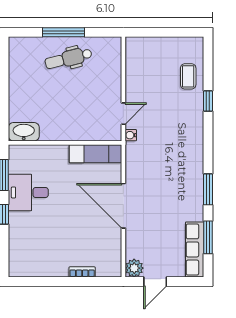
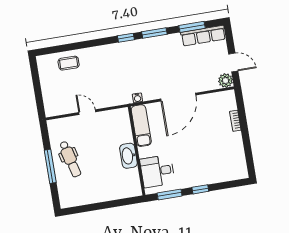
window: (208, 101) -> (126, 38), moved
door: (123, 114) -> (87, 112), moved
washbasin: (24, 132) -> (128, 156), moved
water cooler: (131, 135) -> (137, 98), moved
desk: (28, 192) -> (157, 171), moved, turned 90

